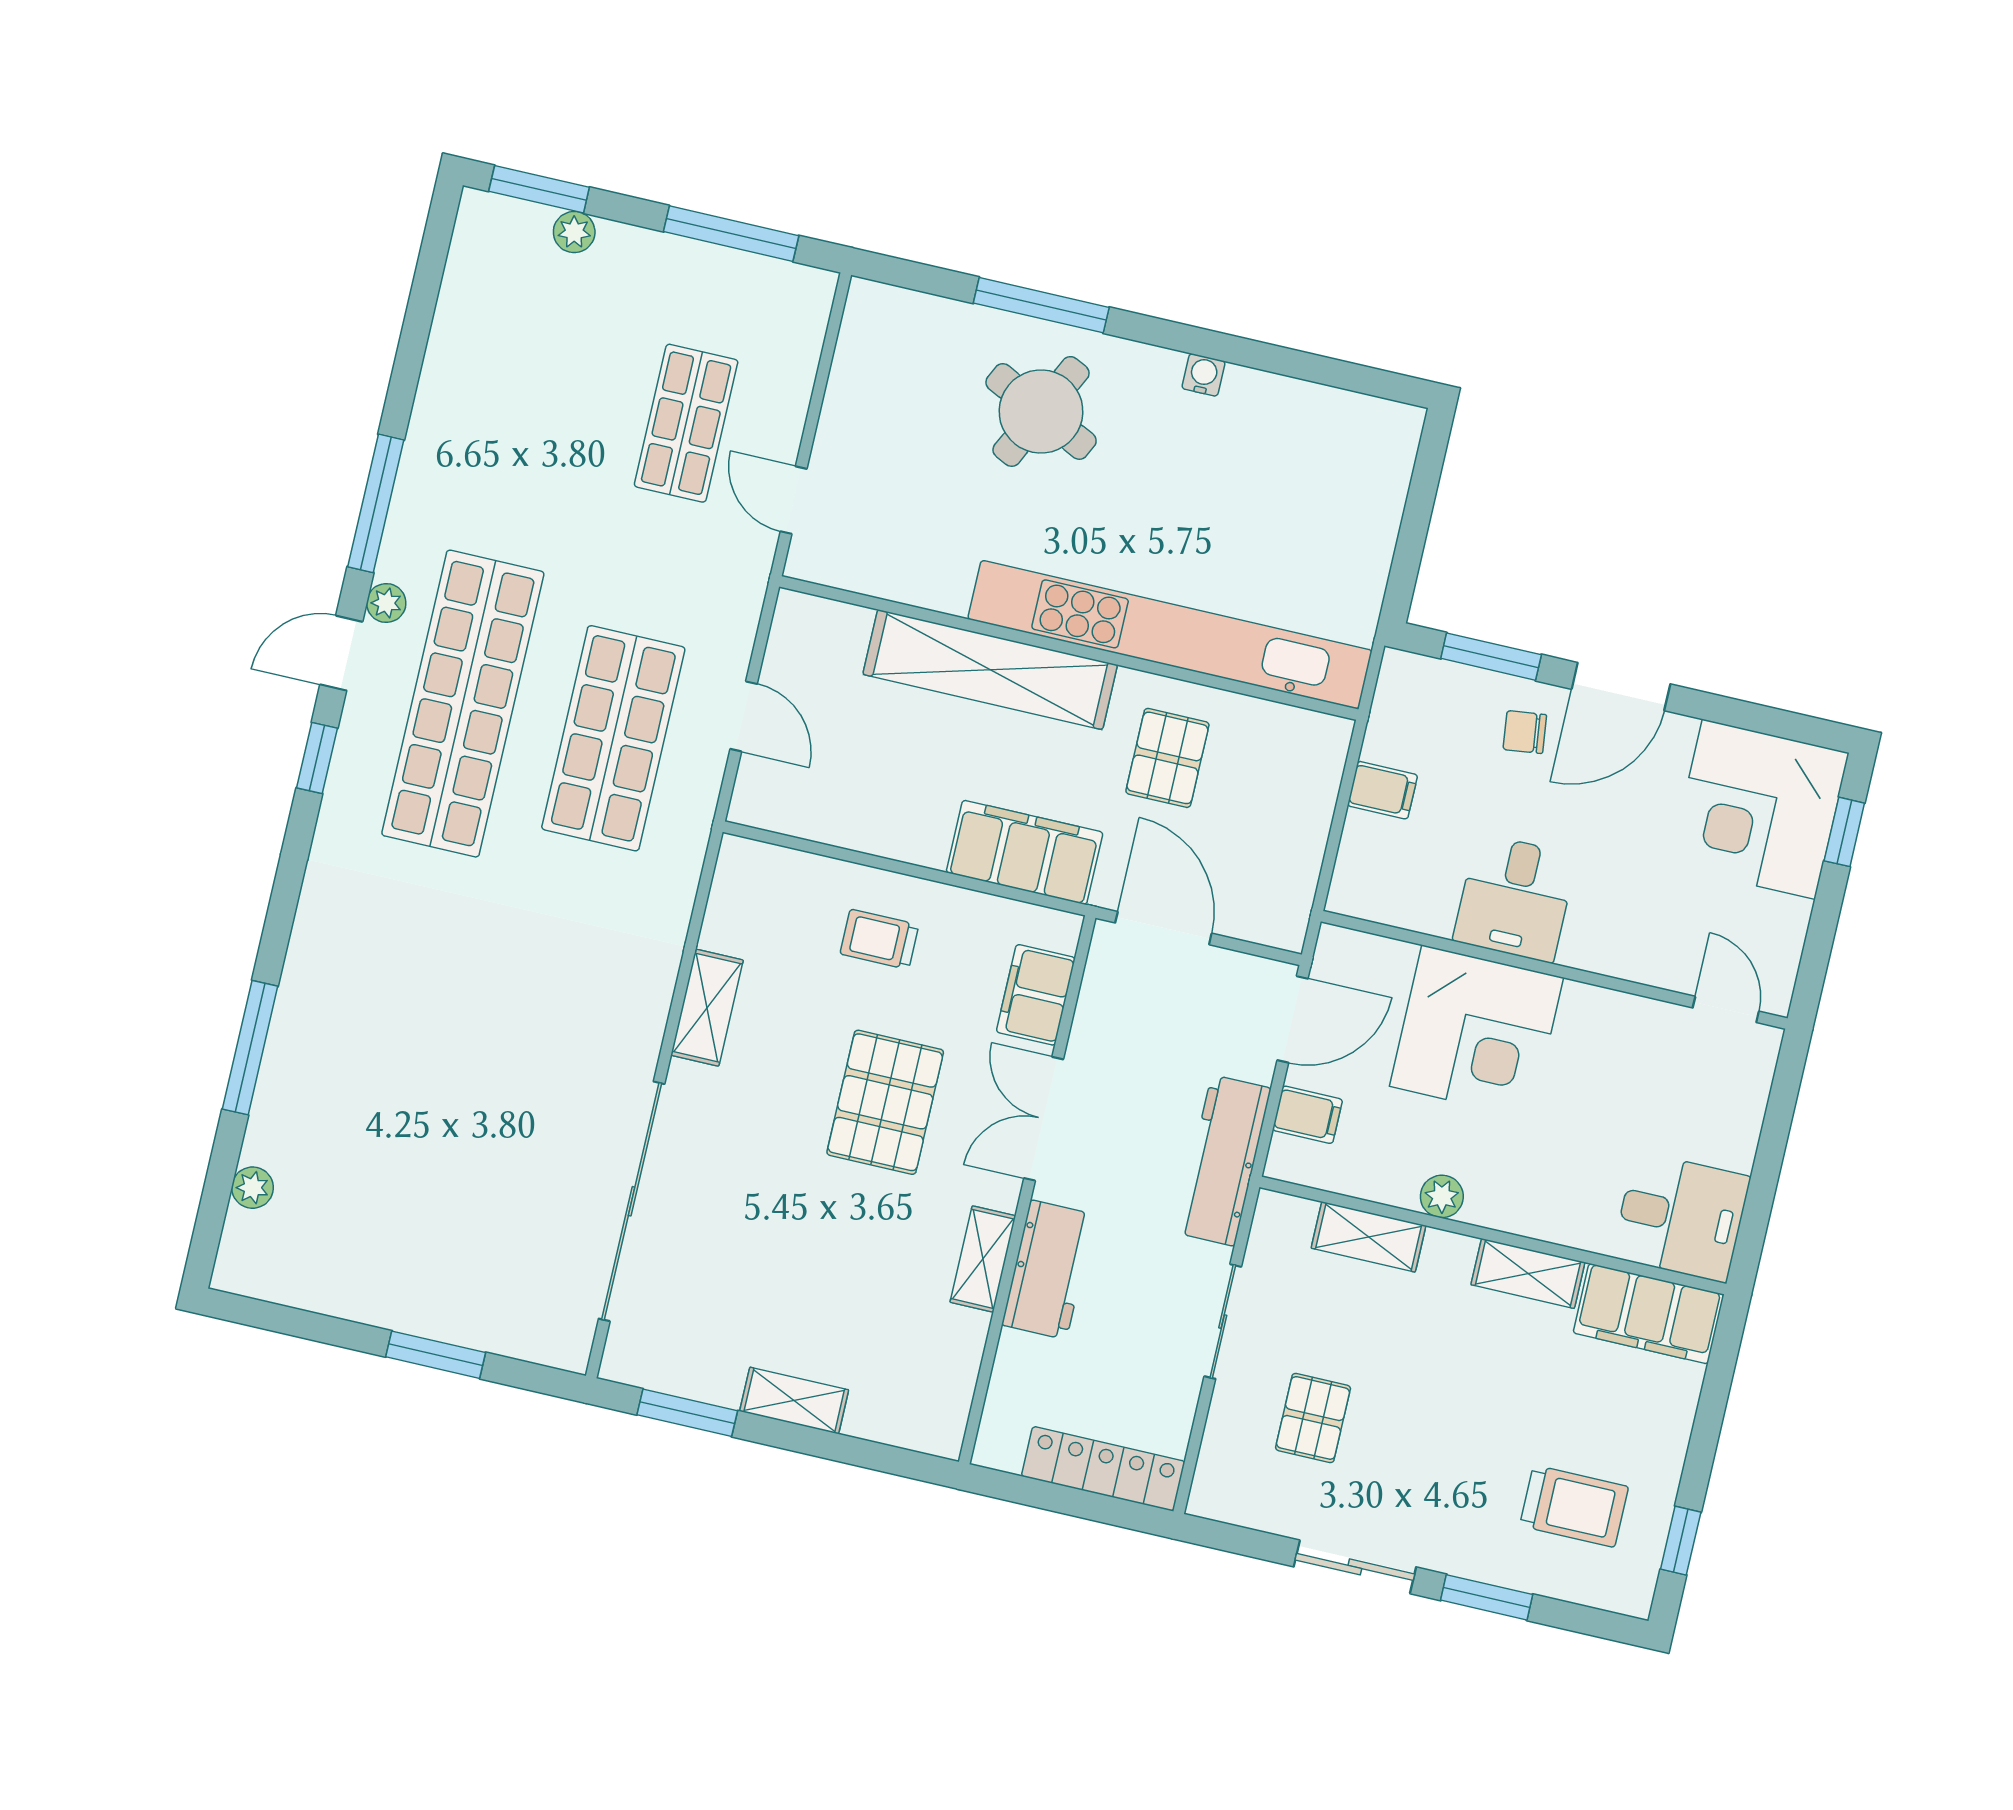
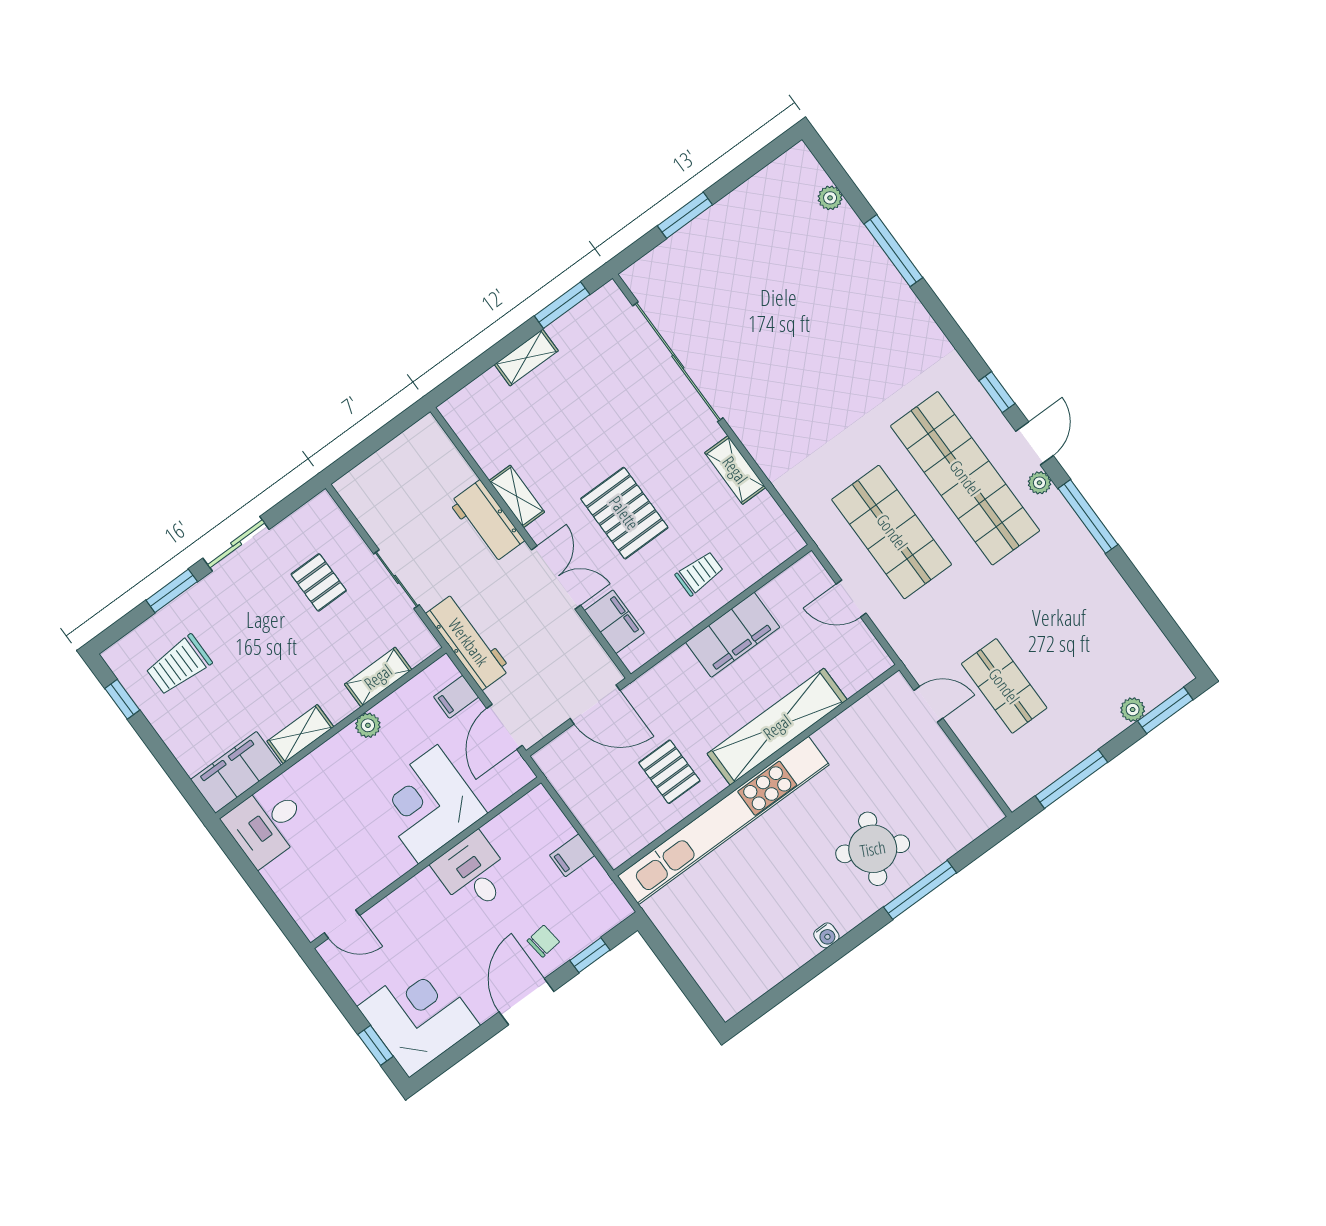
window: (1491, 657) -> (590, 955), width x0.67
filing cabinet: (1025, 852) -> (733, 635), moved
locker: (1103, 1469) -> (377, 469), removed

